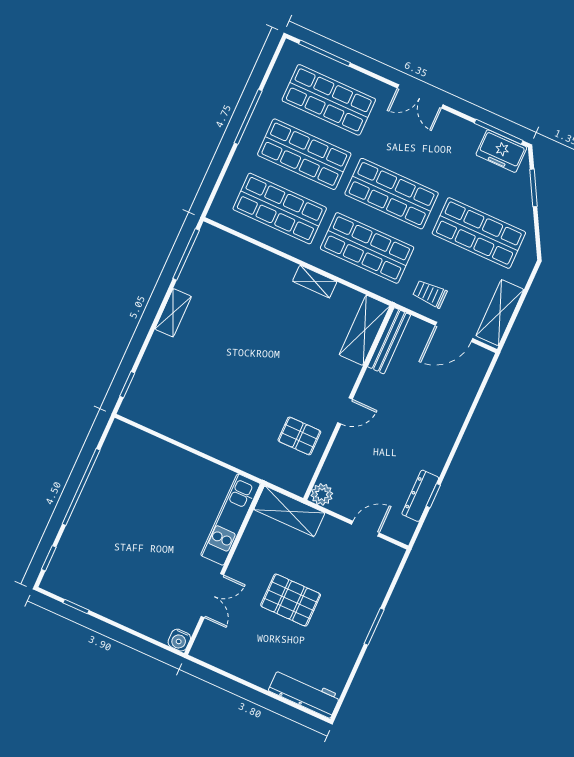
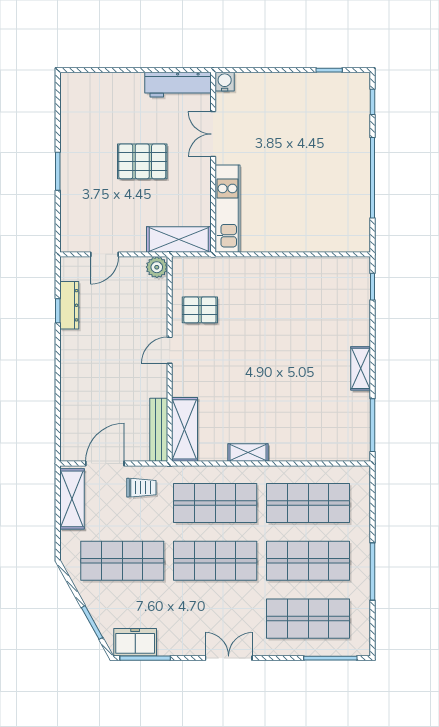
workbench: (304, 693) -> (178, 85), moved

